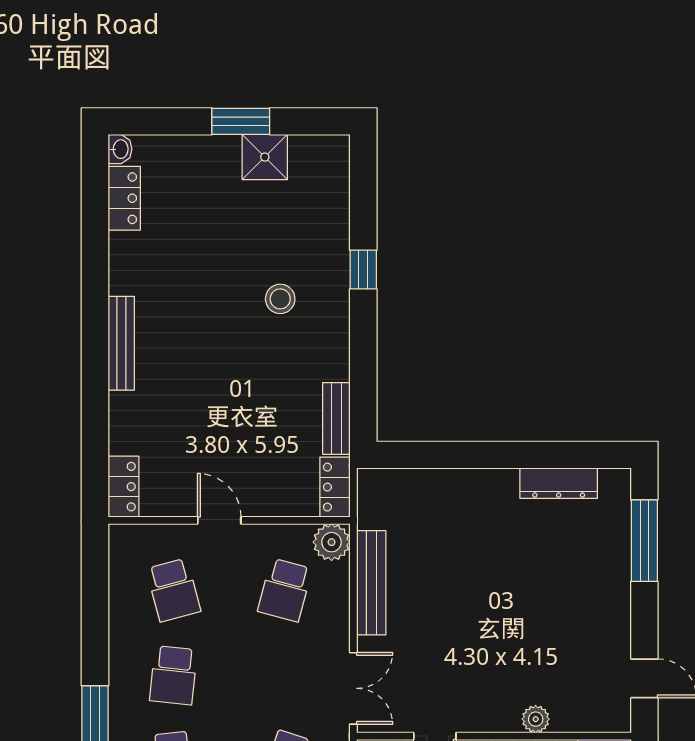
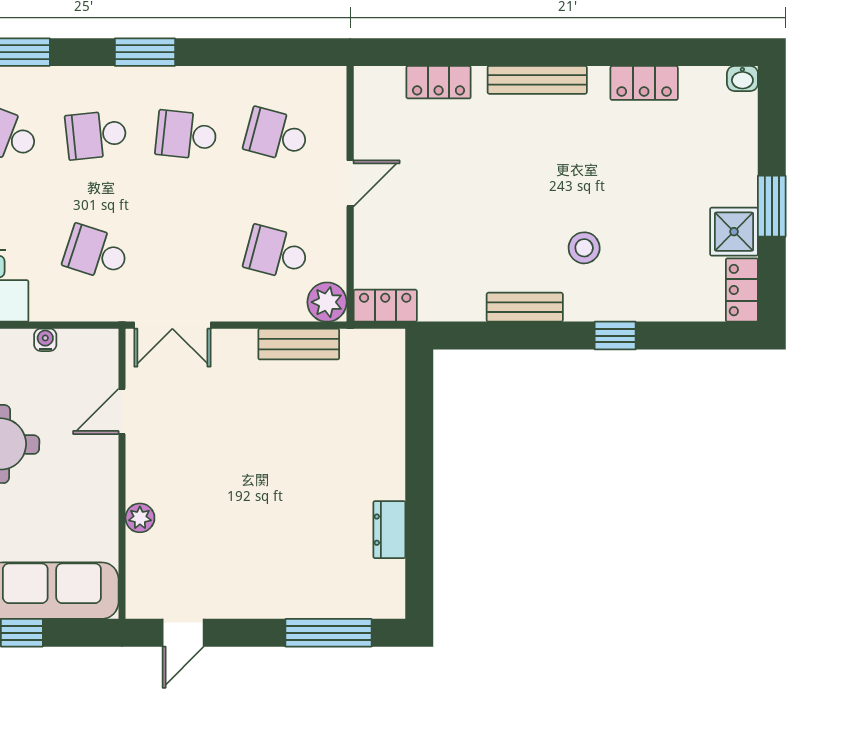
locker: (320, 150) -> (742, 290), added
locker: (124, 198) -> (644, 83), moved
bench: (336, 419) -> (525, 307), moved
dresser: (559, 483) -> (389, 530), width x0.70
locker: (124, 487) -> (439, 82), moved
bench: (371, 583) -> (299, 344), width x0.73
school desk: (173, 590) -> (276, 135), turned 30

